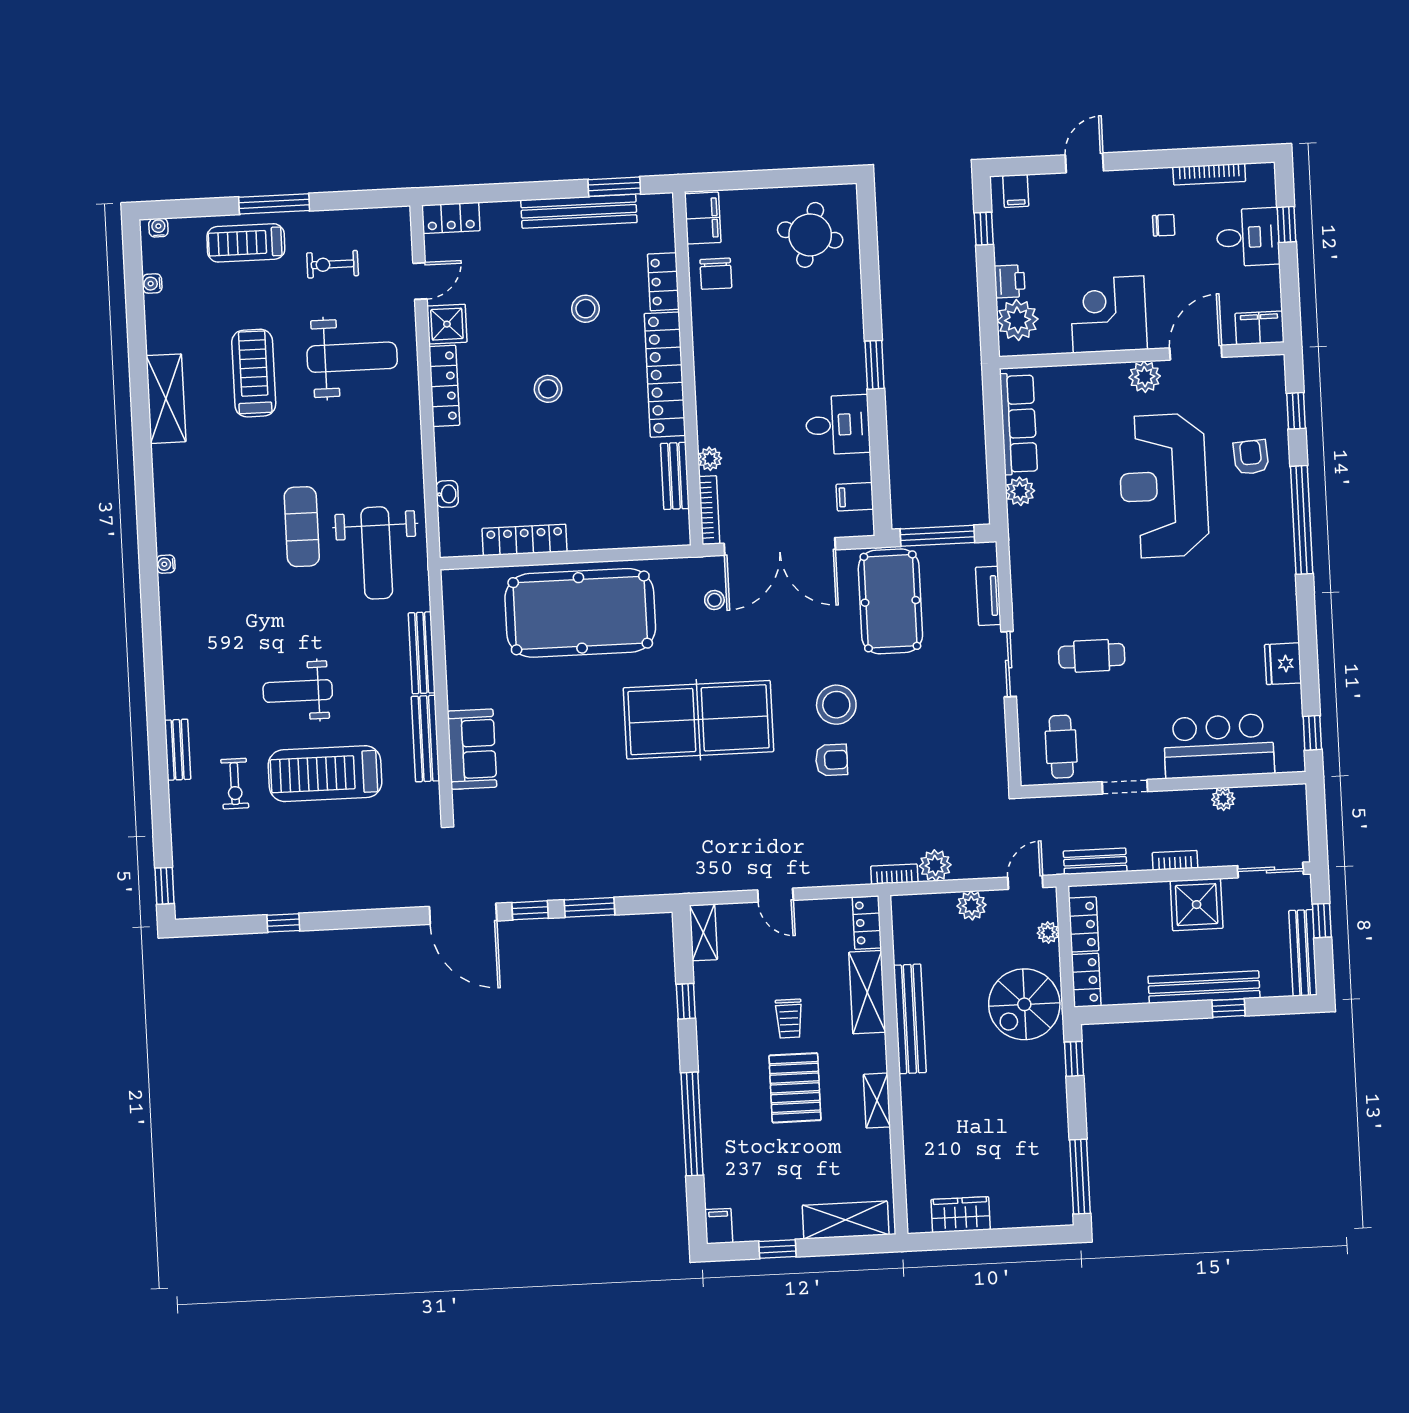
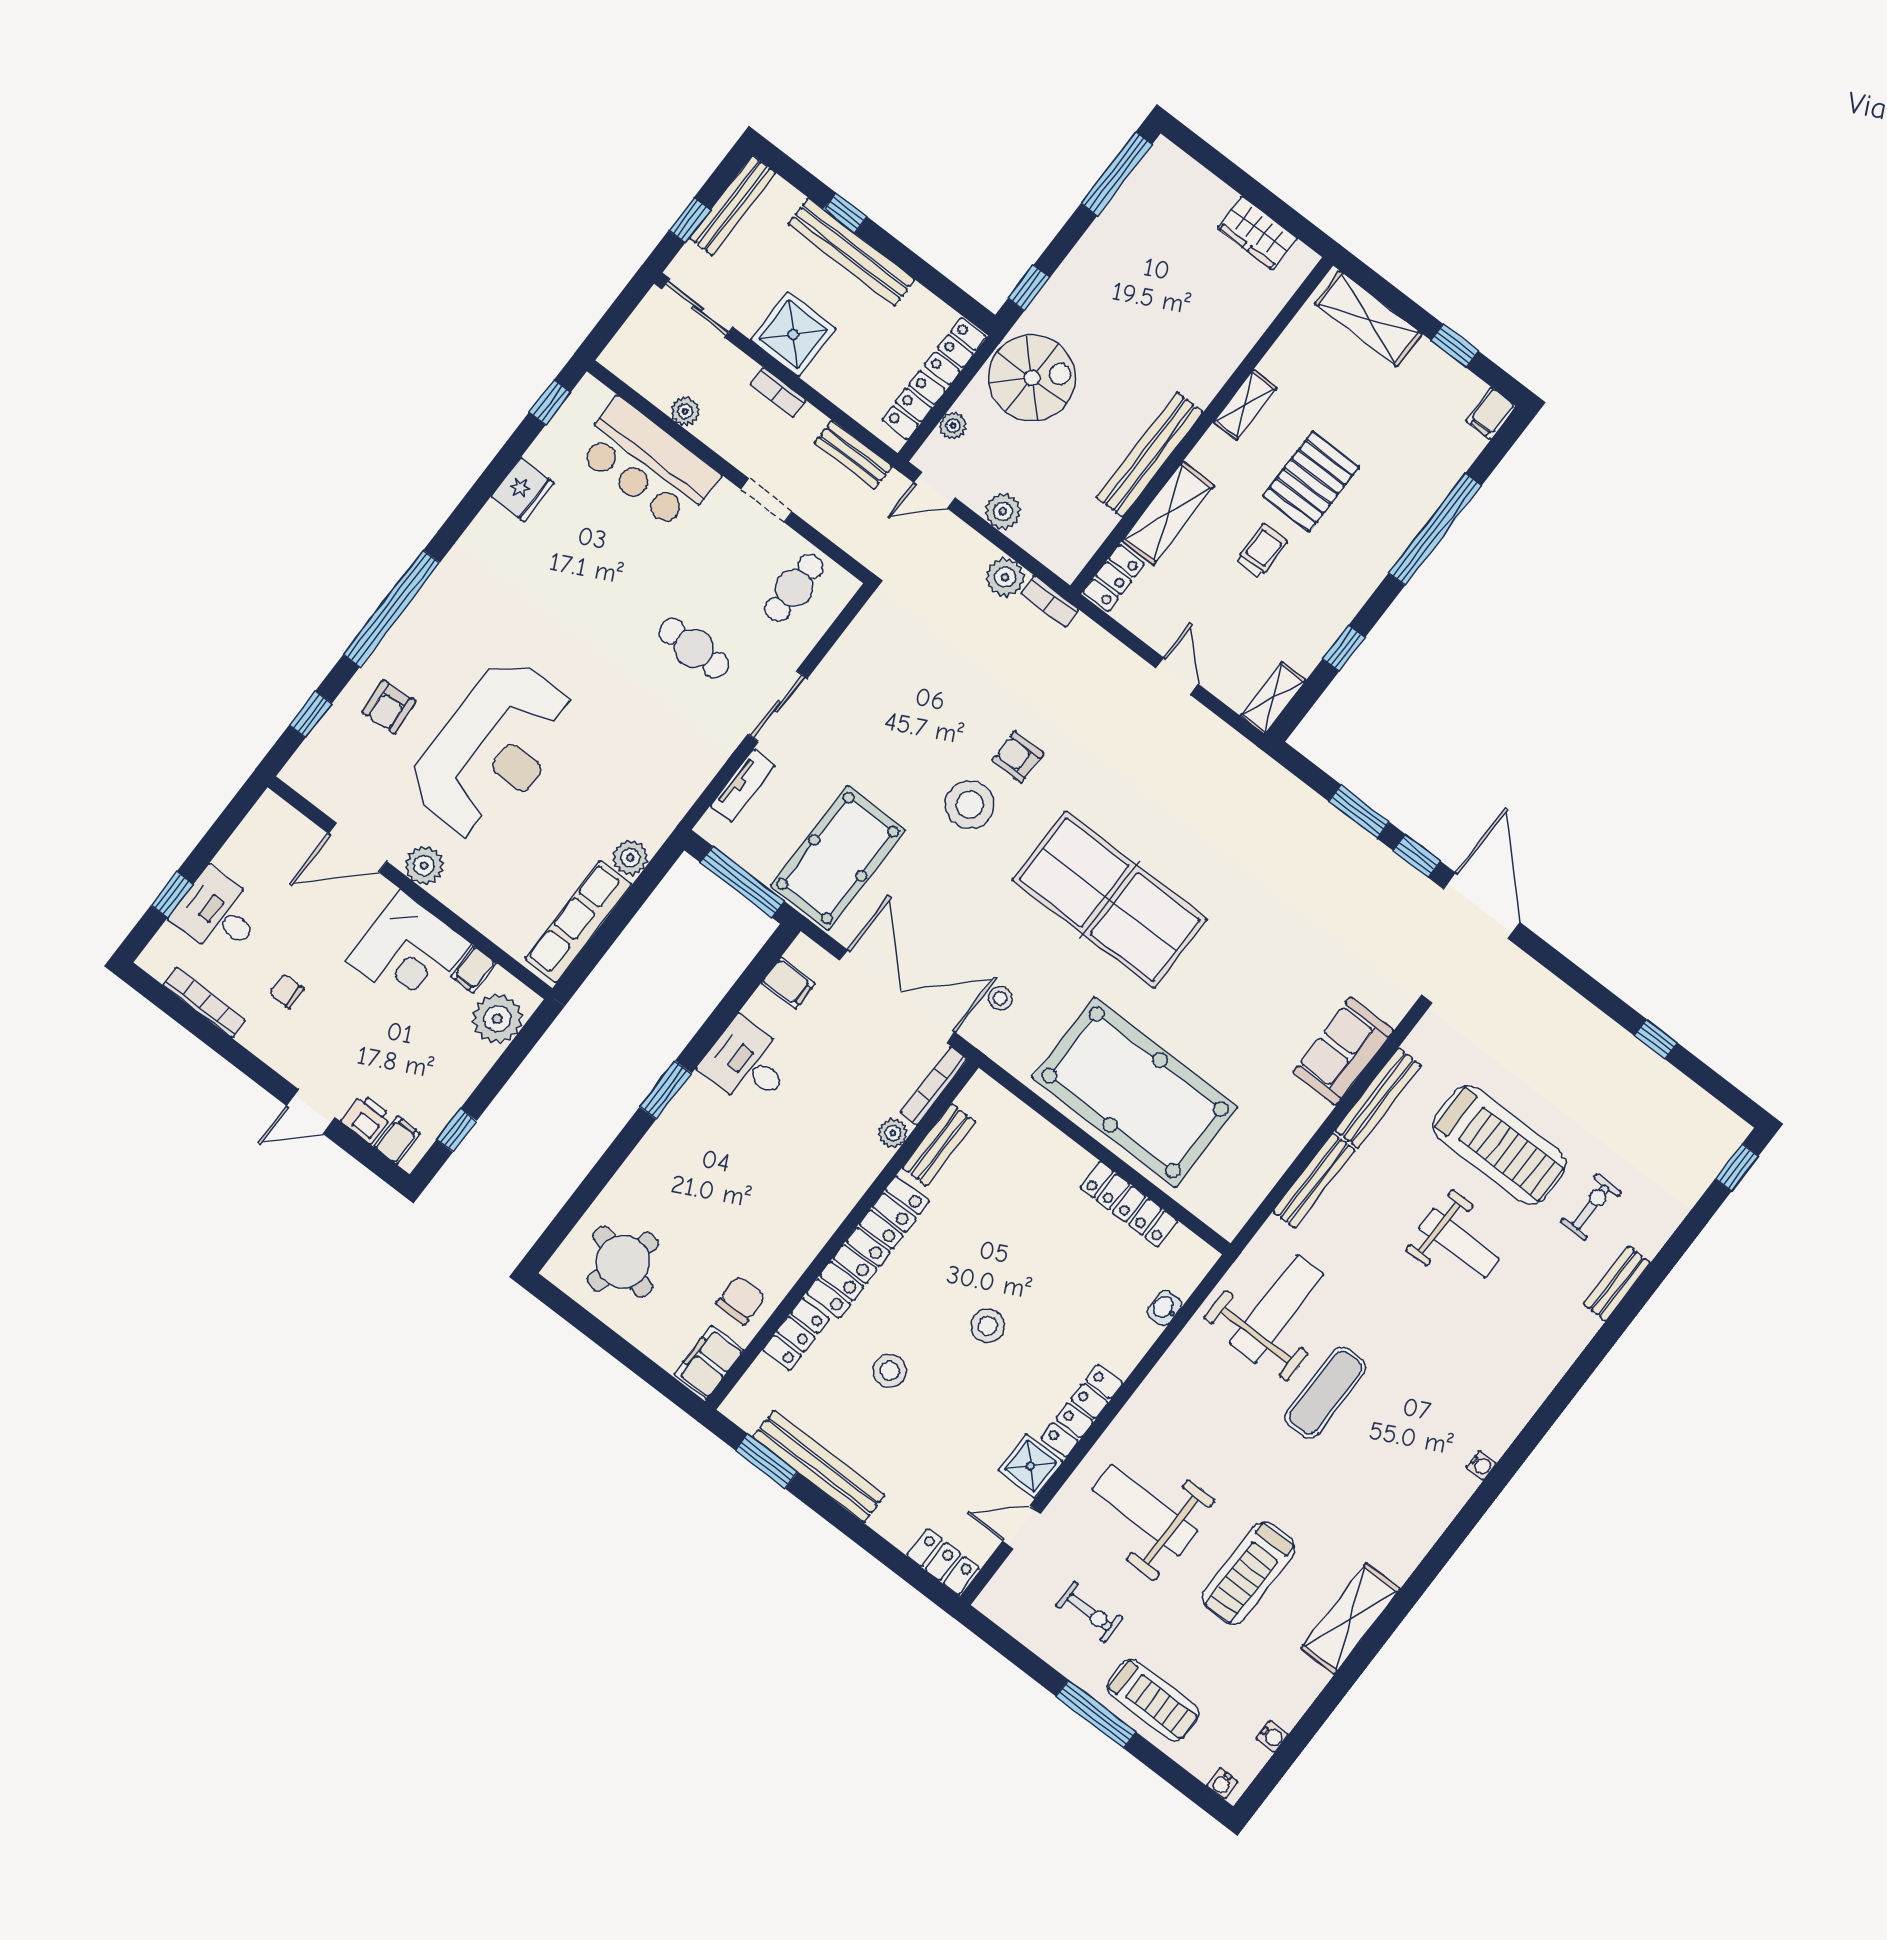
printer: (1010, 281) -> (366, 1119), moved, turned 90
filing cabinet: (1260, 328) -> (474, 970), moved, width x0.50

